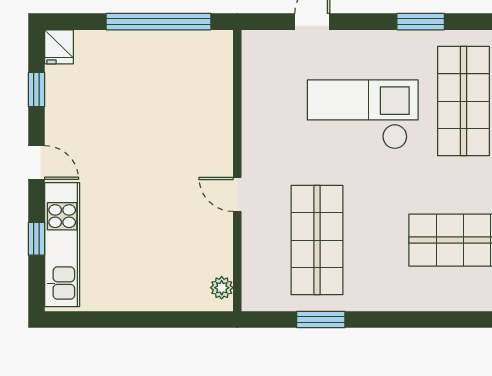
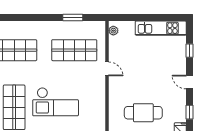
cafe table: (149, 88) -> (143, 113), added
shop shelf: (317, 240) -> (74, 50), turned 90
kitchen unit: (62, 245) -> (161, 28), moved, turned -90

